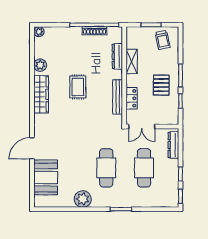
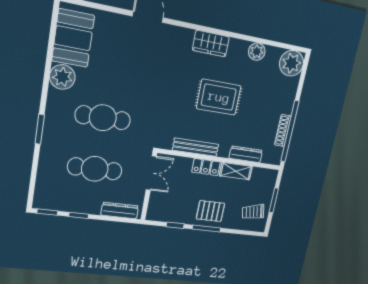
plant: (39, 32) -> (292, 63), width x1.87, depth x1.87
pallet: (161, 85) -> (210, 211), moved
rug: (78, 87) -> (219, 97), width x1.36, depth x1.43
wardrobe: (41, 94) -> (211, 44), width x0.67
locker: (132, 98) -> (206, 167), moved
double door: (142, 127) -> (151, 173), swing flipped
booth: (46, 177) -> (73, 38), moved, turned 90

